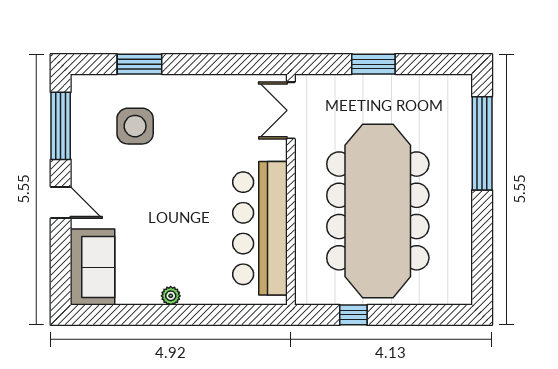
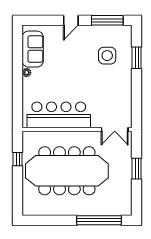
double door: (291, 110) -> (115, 130), swing flipped
sofa: (93, 267) -> (33, 49), moved, turned -90

